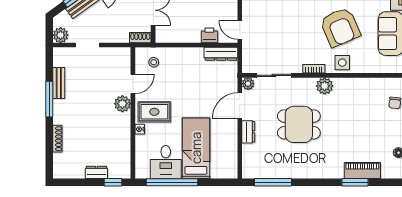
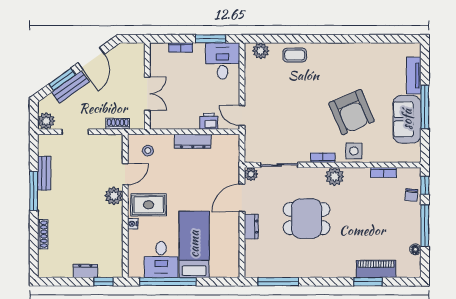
shoe rack: (140, 38) -> (118, 124), moved
dresser: (221, 54) -> (193, 141), moved
bookcase: (369, 82) -> (384, 172), added

